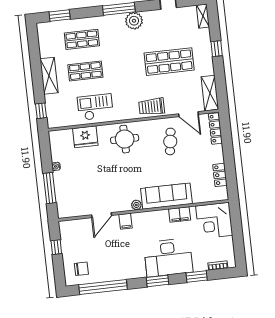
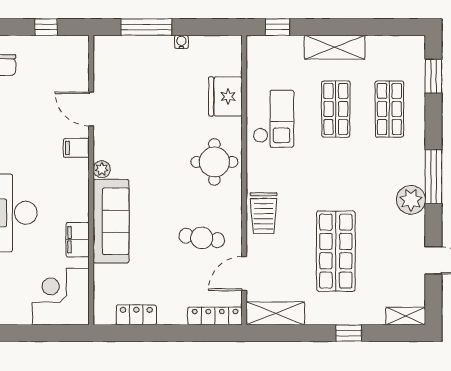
trolley: (152, 107) -> (264, 213), turned 180

